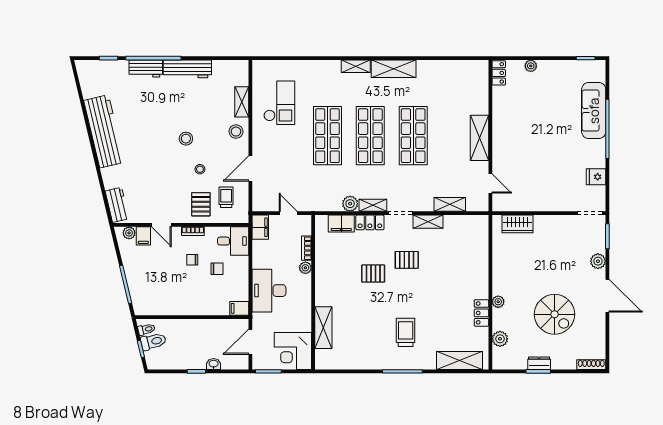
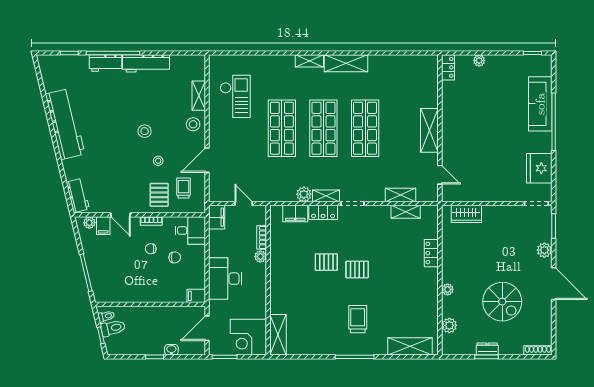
fridge: (596, 177) -> (539, 168), width x1.88, depth x1.34
shelving: (428, 222) -> (406, 212), moved
pallet: (407, 260) -> (357, 270), moved
locker: (481, 313) -> (431, 253), moved
shelving: (323, 328) -> (278, 335), moved

